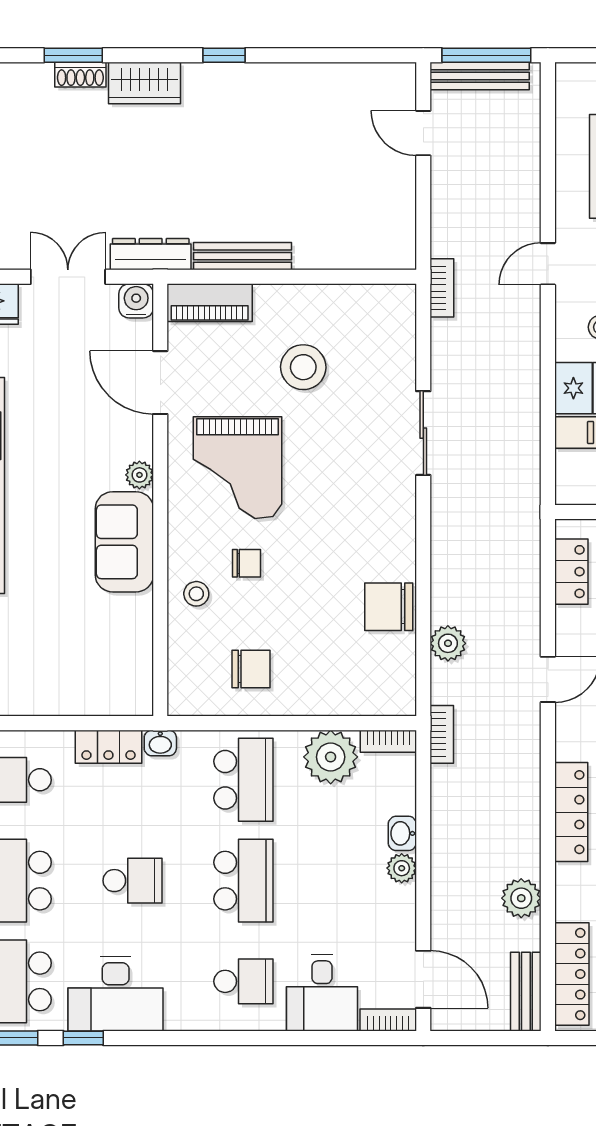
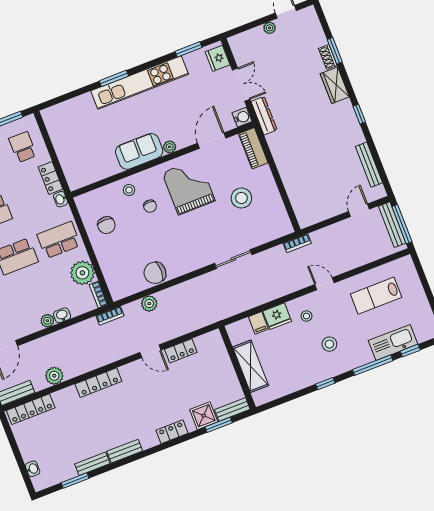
bench: (243, 256) -> (369, 165), moved
grand piano: (237, 468) -> (189, 187), turned 90
locker: (571, 572) -> (181, 351), moved
chair: (389, 607) -> (155, 273), turned -90
school desk: (243, 780) -> (59, 240), turned 180

